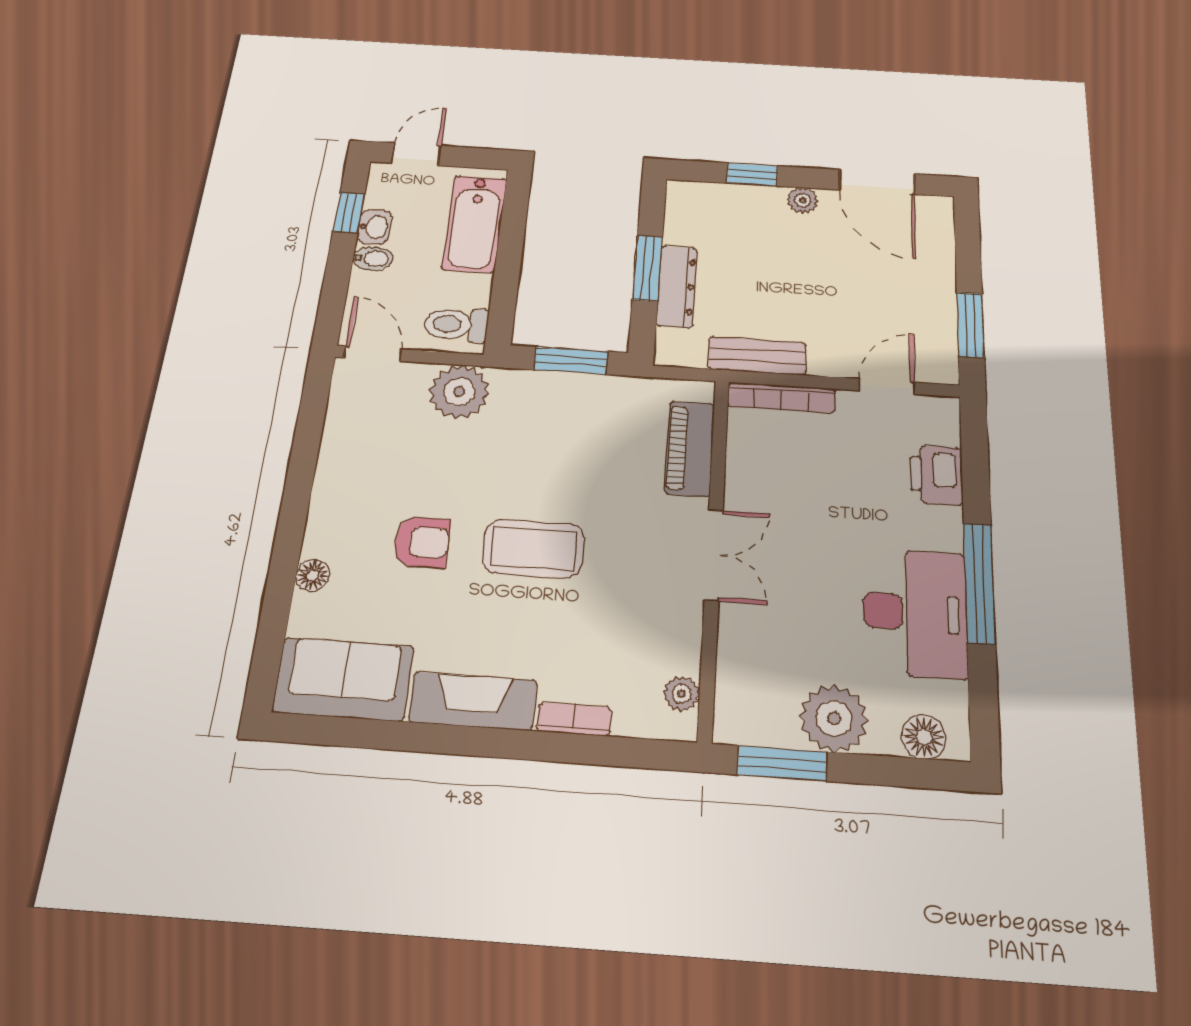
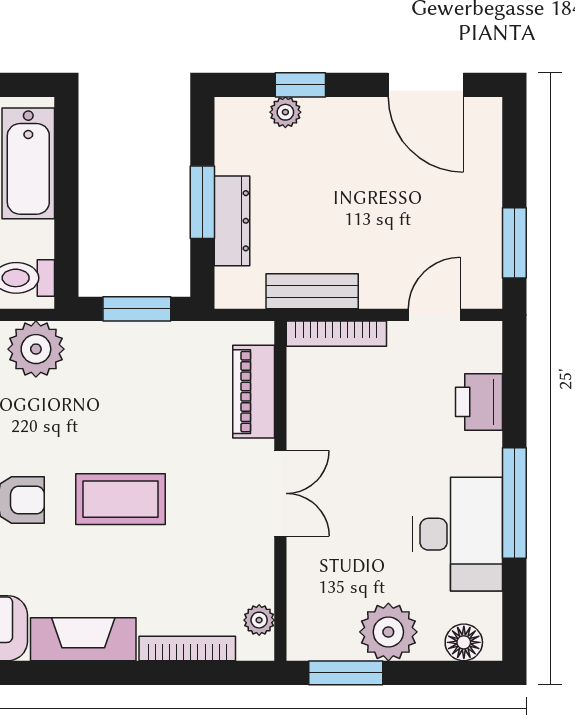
plant: (803, 200) -> (285, 112), moved
bookcase: (574, 719) -> (187, 649), width x1.56

